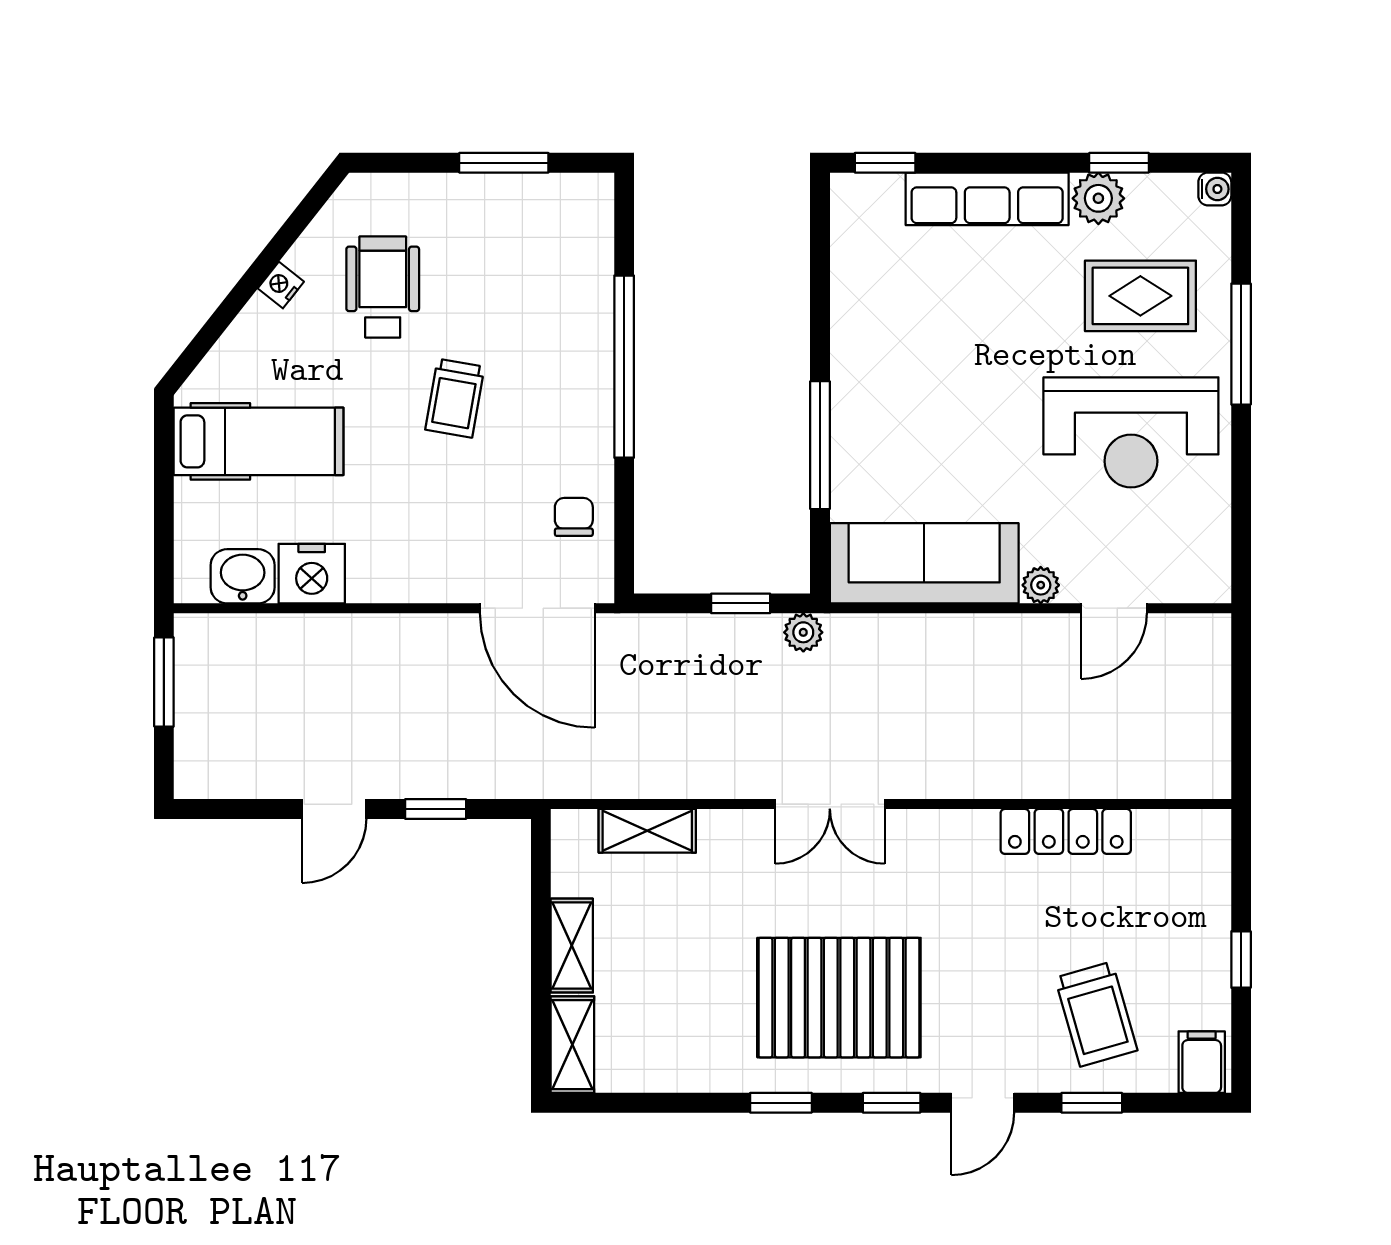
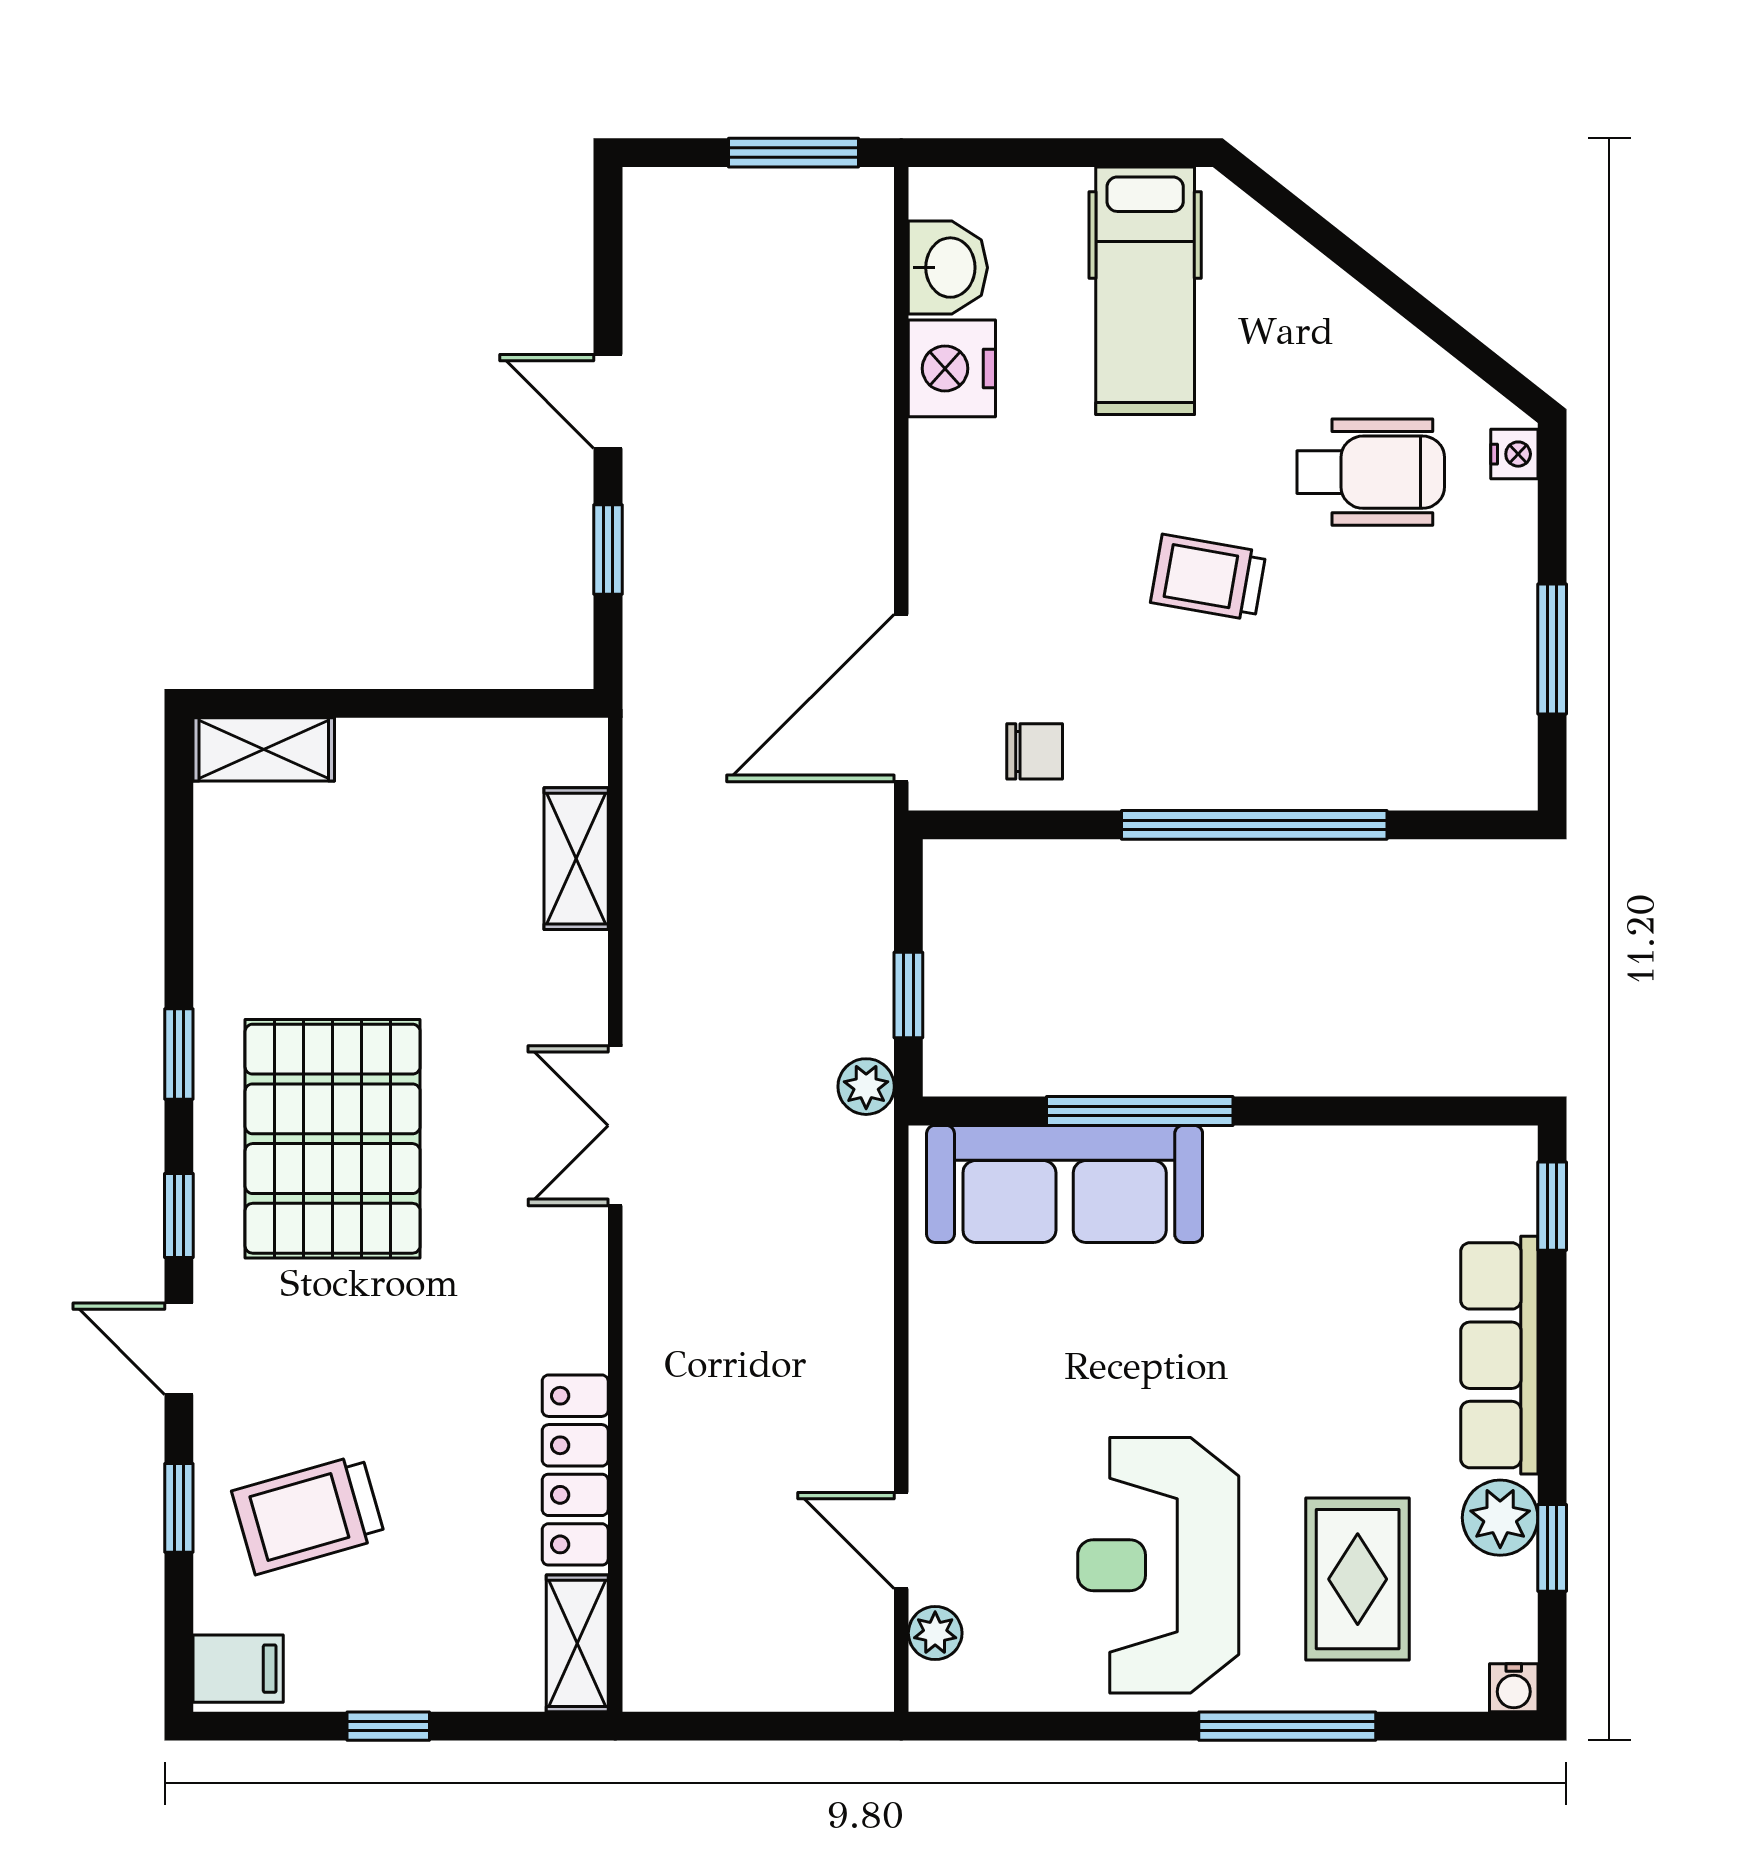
nightstand: (281, 285) -> (1514, 454), moved, turned 52
sofa: (924, 563) -> (1065, 1184), moved, turned 90
plant: (1041, 585) -> (935, 1633), moved
shelving: (572, 946) -> (577, 1643), moved, turned 90

